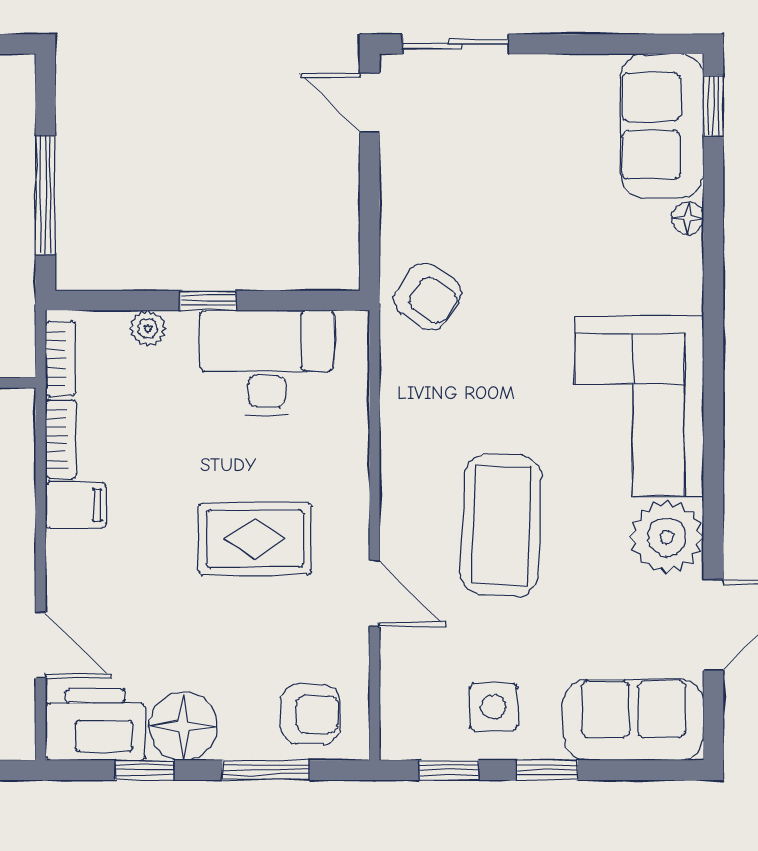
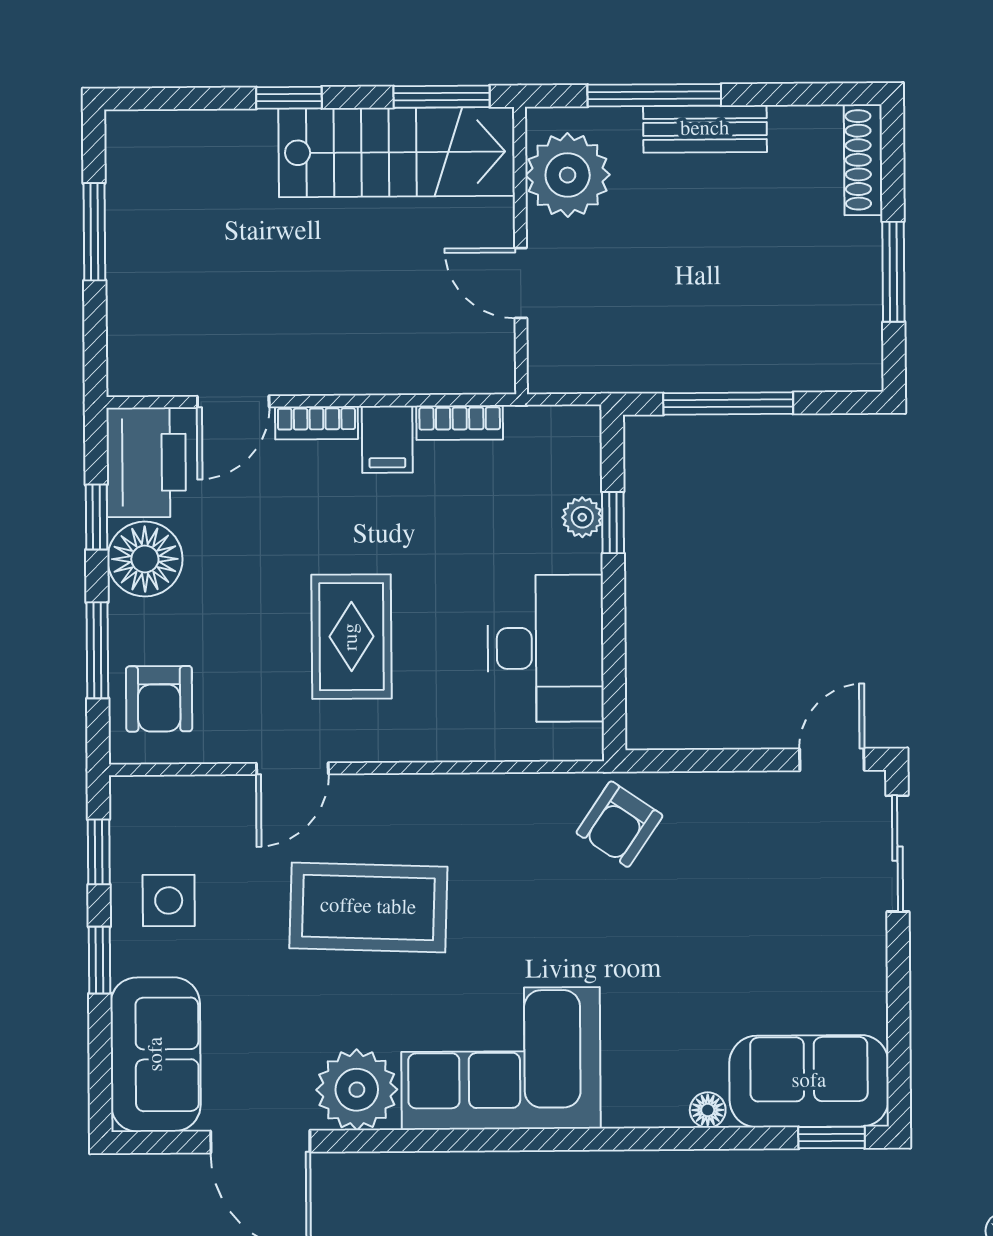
window: (208, 301) -> (613, 523), moved
bookcase: (60, 359) -> (316, 423), moved

